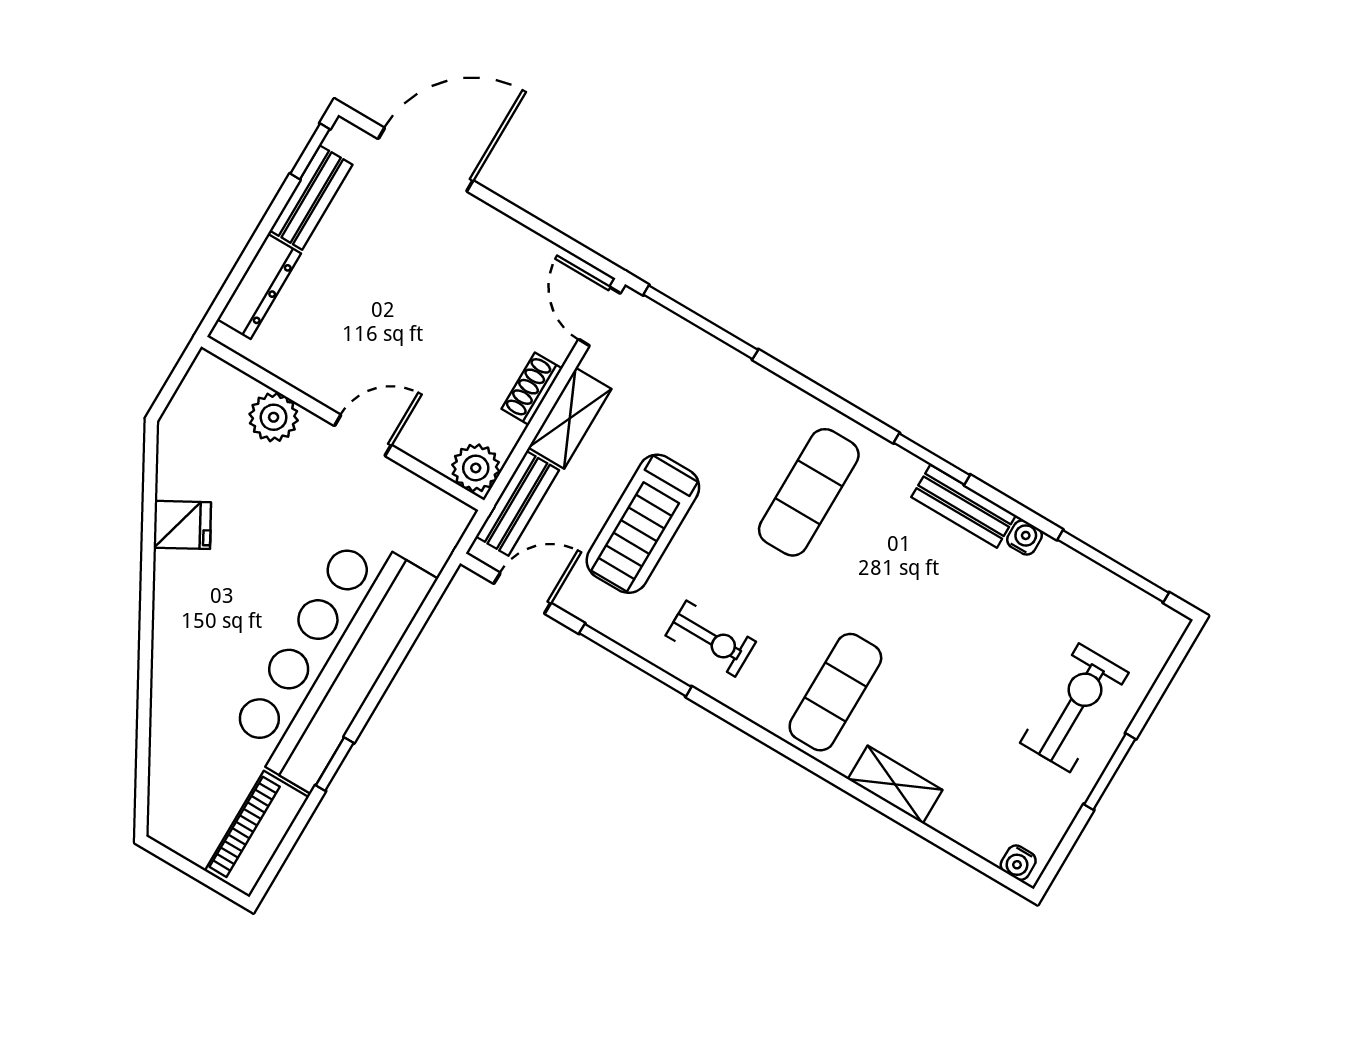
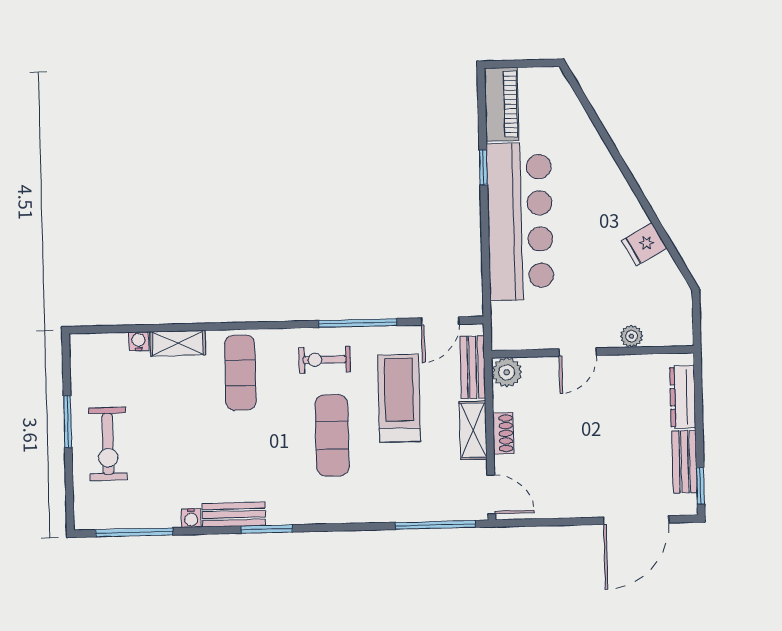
plant: (274, 417) -> (631, 336), width x0.73, depth x0.73
exercise mat: (809, 492) -> (332, 435), moved
water cooler: (1018, 863) -> (138, 341), moved

